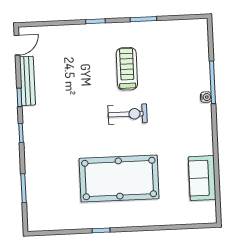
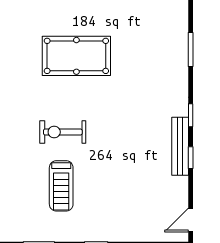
bench: (27, 81) -> (180, 146), moved
pool table: (119, 179) -> (76, 56), width x0.73, depth x0.76

